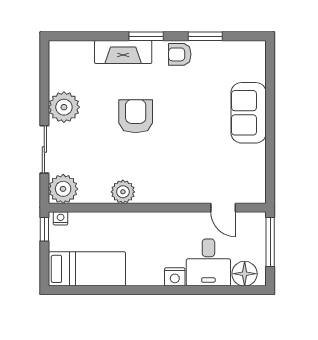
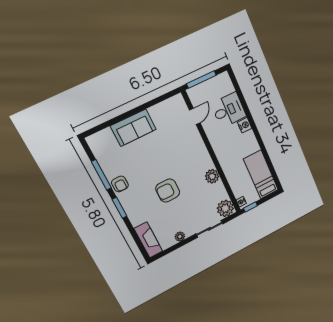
window: (205, 36) -> (101, 175), width x1.44
fireplace: (123, 52) -> (148, 240), moved
plant: (64, 107) -> (180, 237), width x0.53, depth x0.53
floor lamp: (245, 274) -> (226, 86), removed

